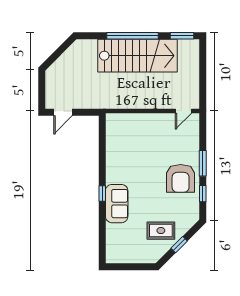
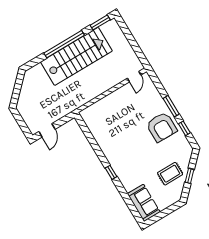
sofa: (117, 204) -> (144, 203), moved

